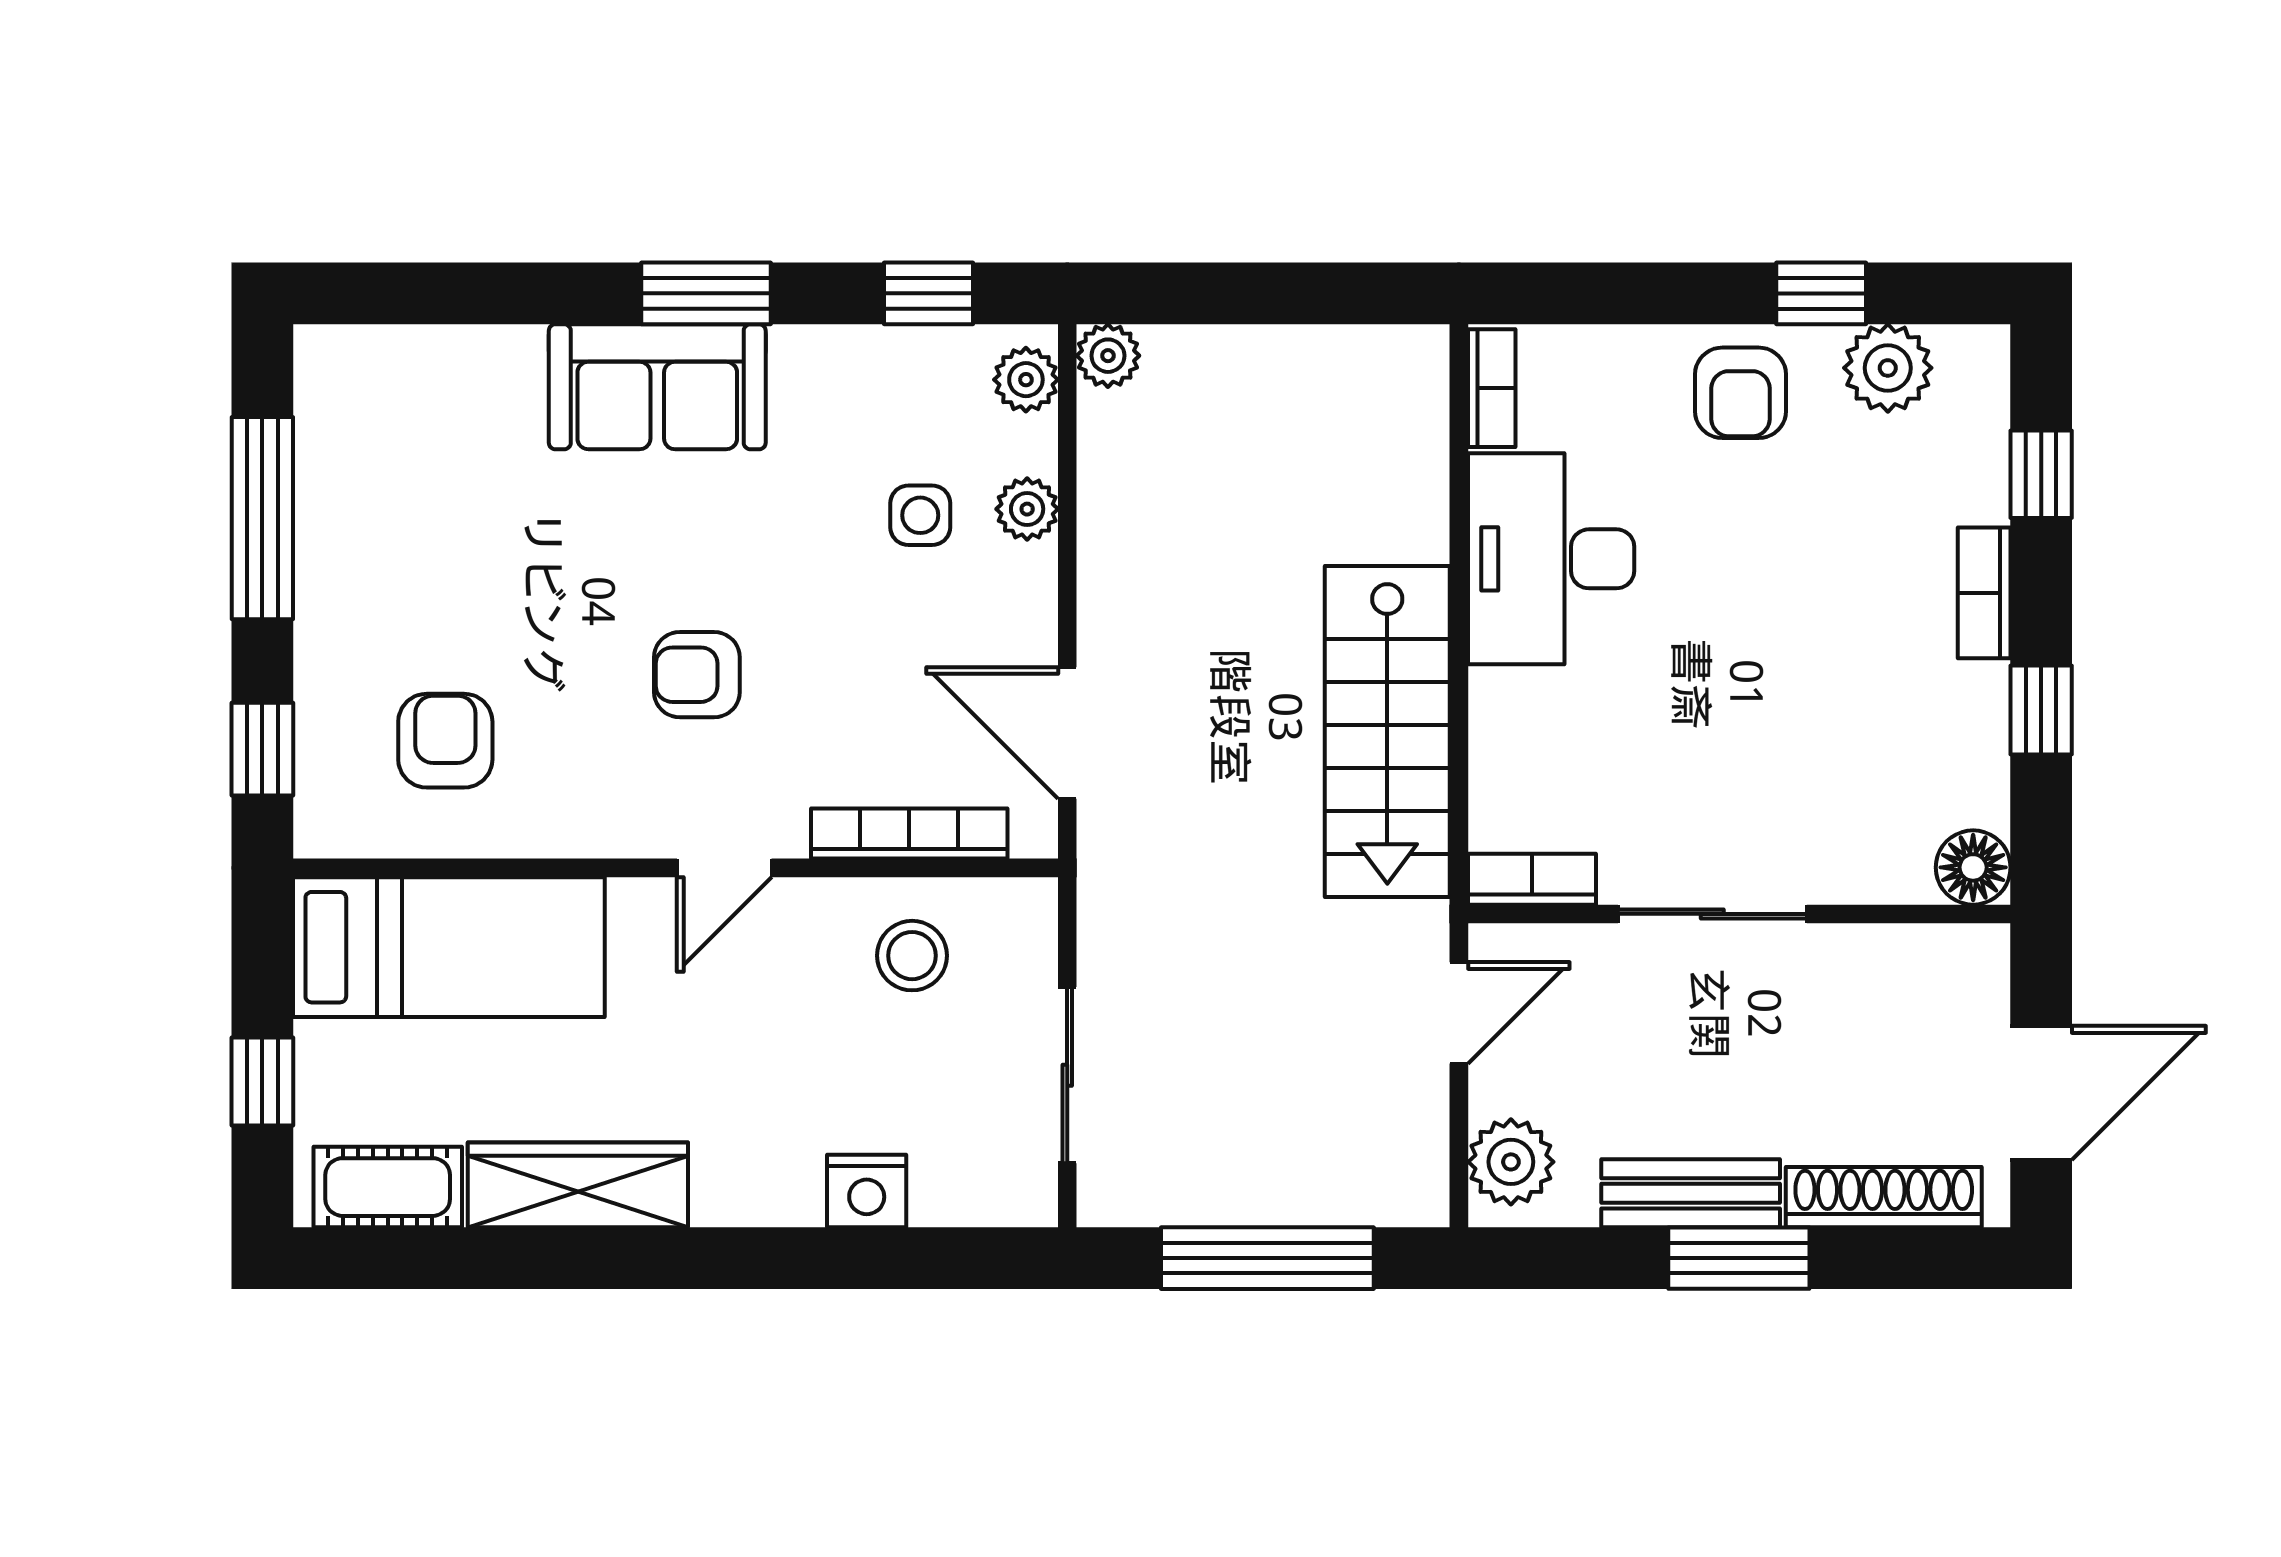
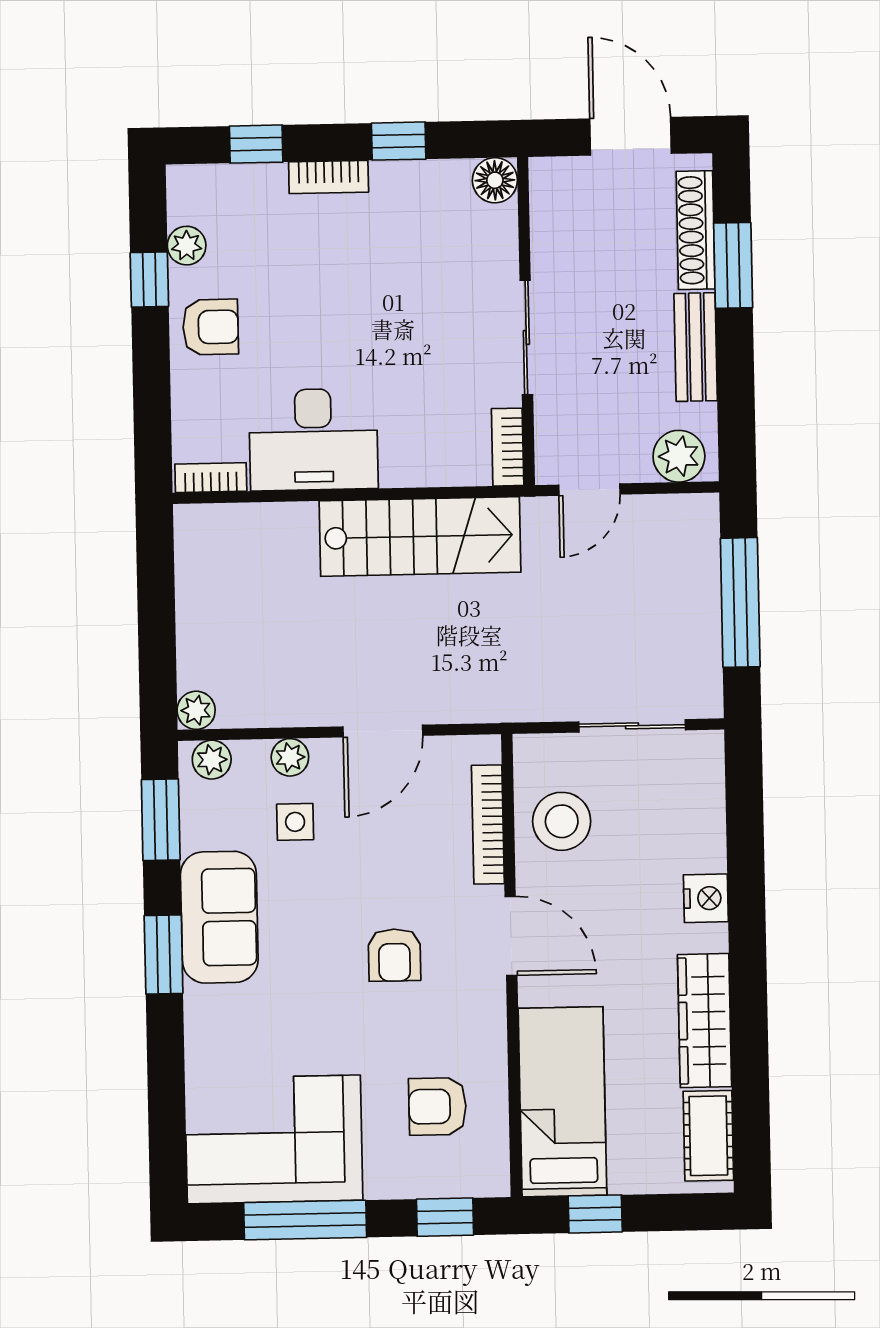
window: (928, 293) -> (161, 820), width x1.50
plant: (1888, 368) -> (187, 246), width x0.73, depth x0.73
sofa: (657, 387) -> (219, 917), moved
corner sofa: (397, 469) -> (274, 1139), added
door: (1067, 733) -> (383, 731), moved
door: (724, 868) -> (511, 936), width x1.38
stool: (912, 956) -> (562, 821), width x1.38, depth x1.38
door: (1459, 1013) -> (589, 490), swing flipped
window: (262, 1081) -> (595, 1214), moved
nightstand: (867, 1191) -> (706, 898), moved
window: (1739, 1258) -> (733, 265), moved

